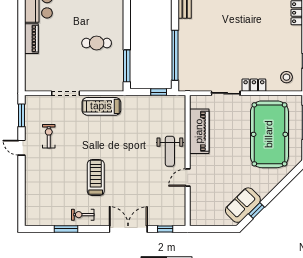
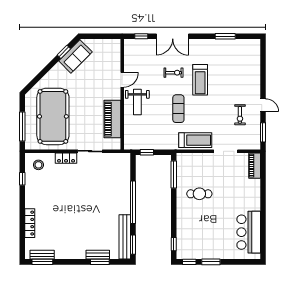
piano: (31, 39) -> (255, 166), moved
window: (175, 55) -> (133, 202), moved
exercise mat: (121, 143) -> (178, 109), added
weight bench: (170, 151) -> (137, 102), turned 180
exercise bike: (83, 215) -> (174, 73), moved

